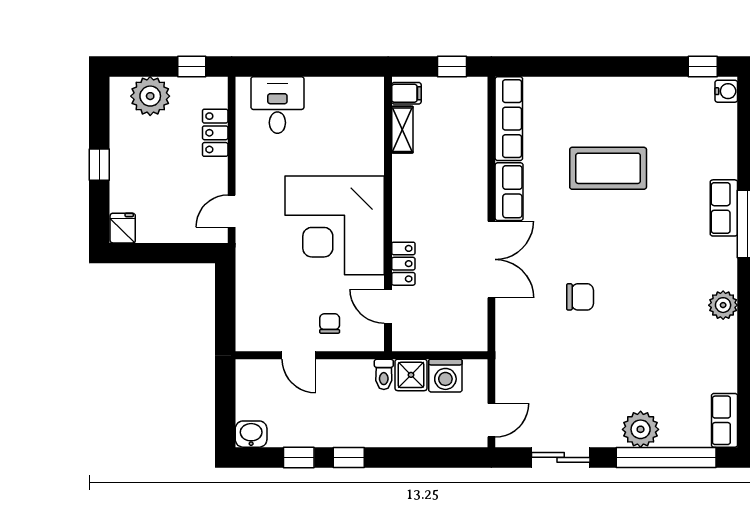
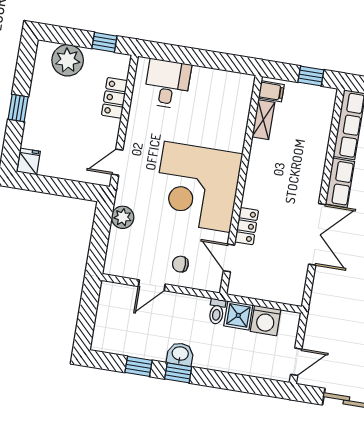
plant: (249, 278) -> (123, 217), added
chair: (330, 323) -> (180, 264), turned -90
door: (299, 355) -> (152, 285), hinge flipped
washbasin: (251, 434) -> (180, 354), moved

